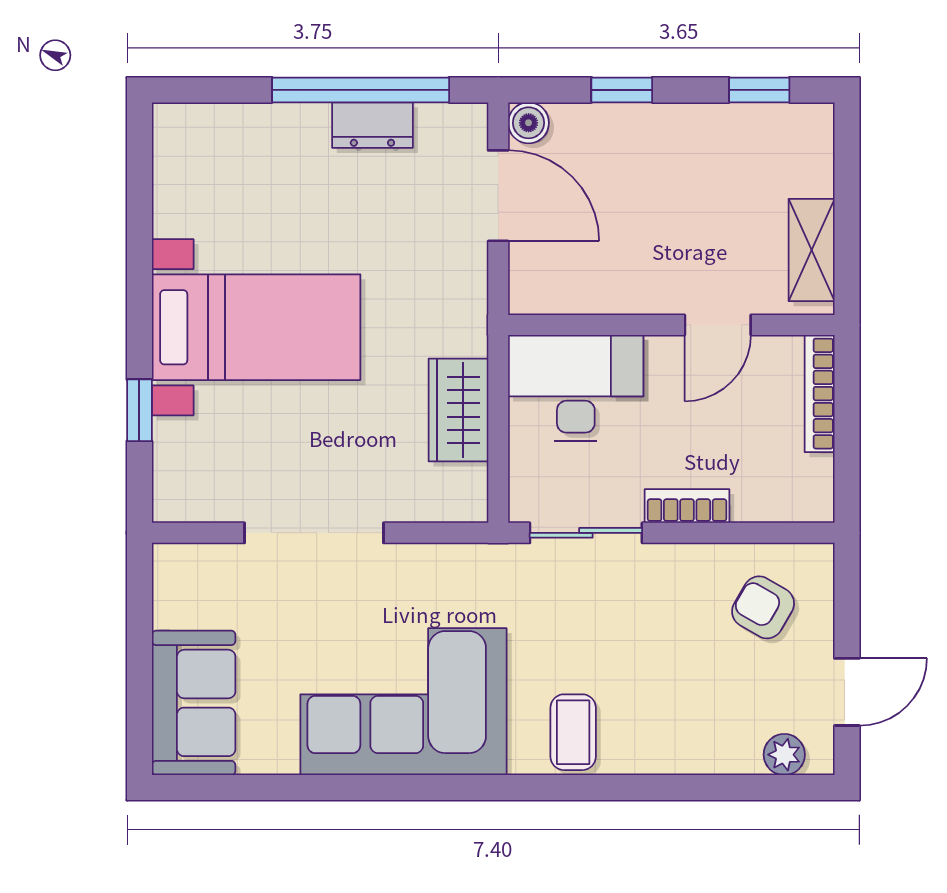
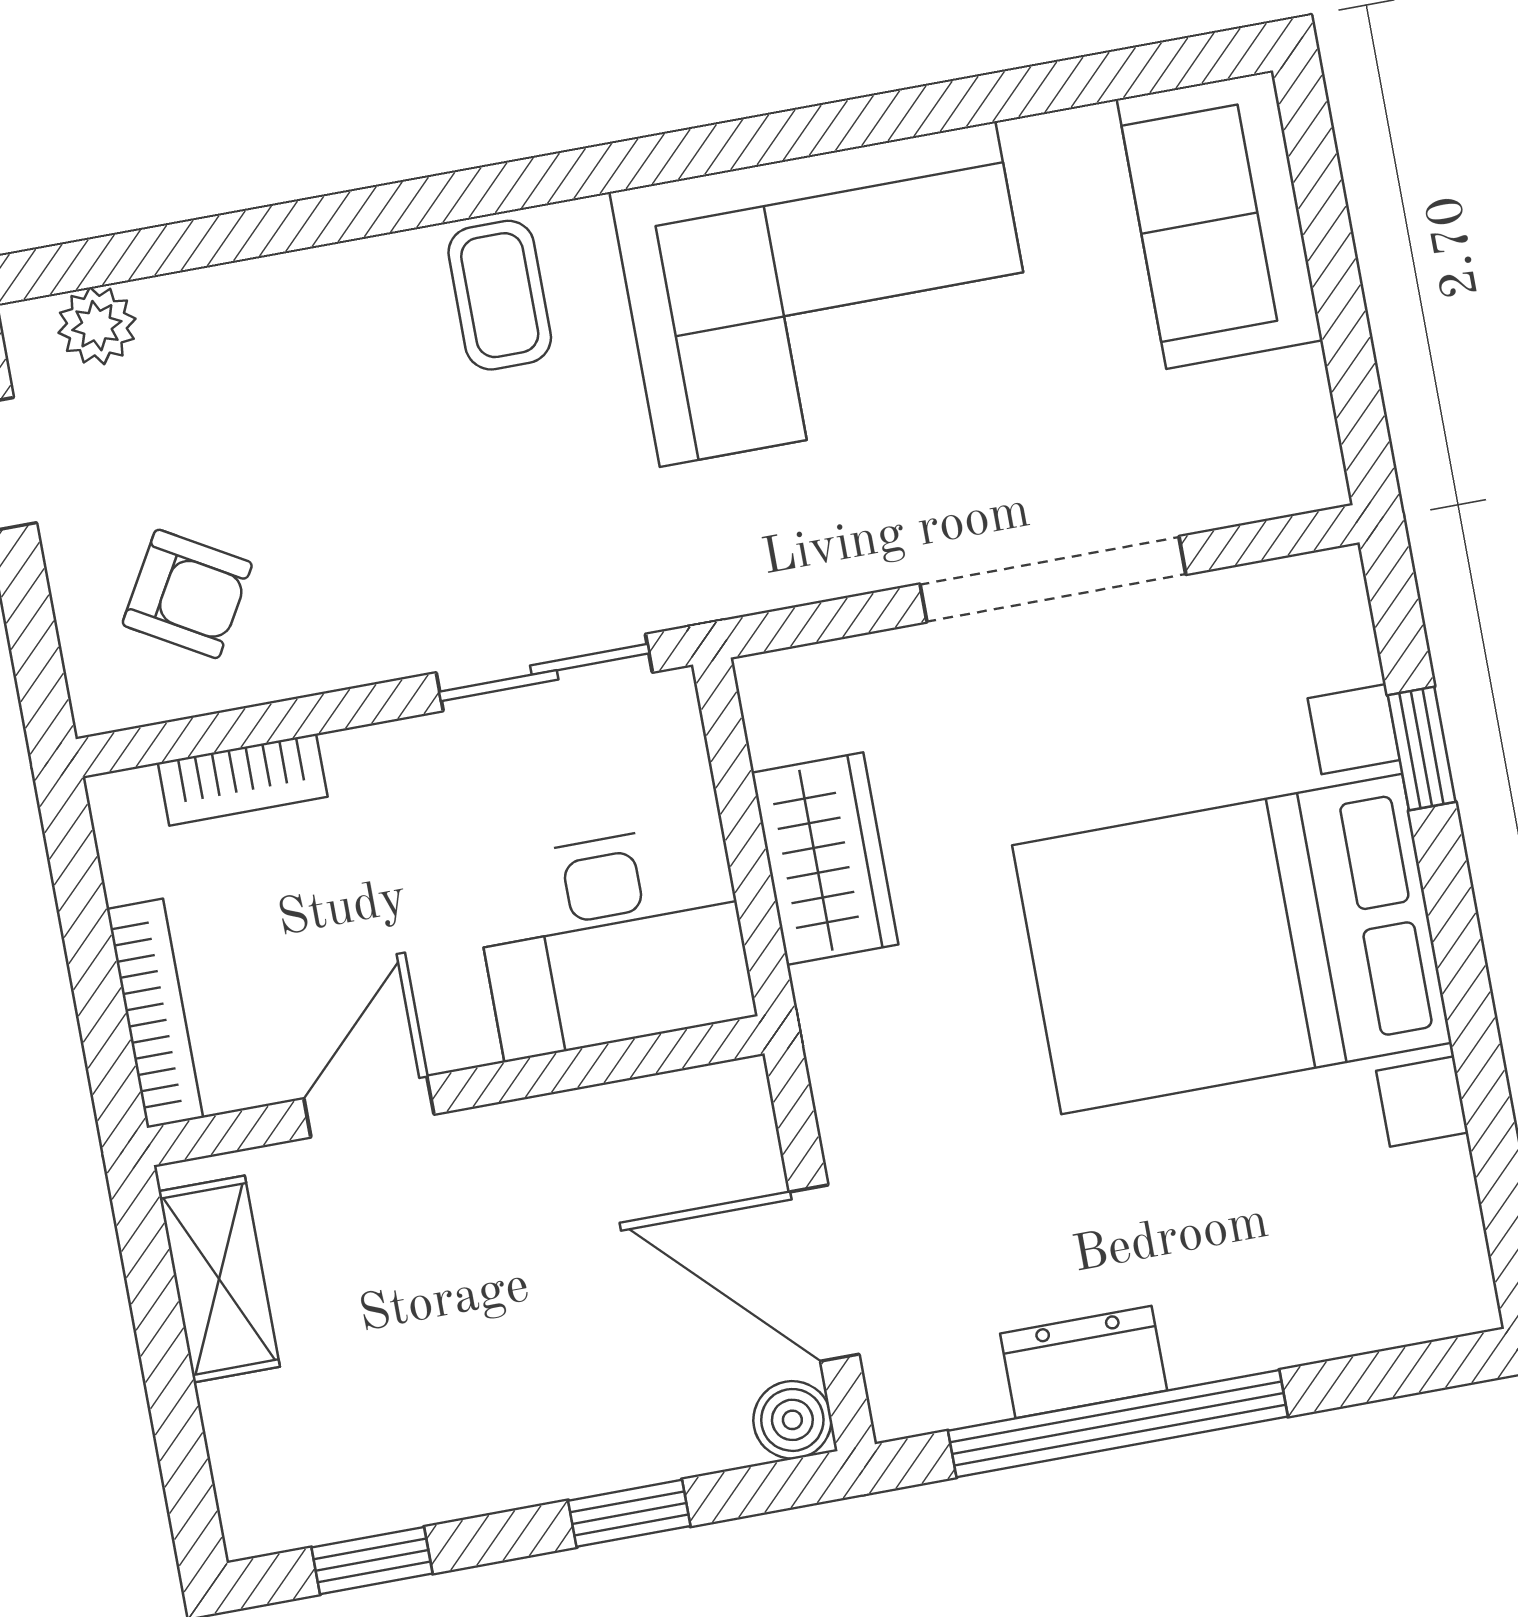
bed with nightstands: (256, 327) -> (1232, 944), width x1.36
bookcase: (687, 506) -> (243, 780), moved

